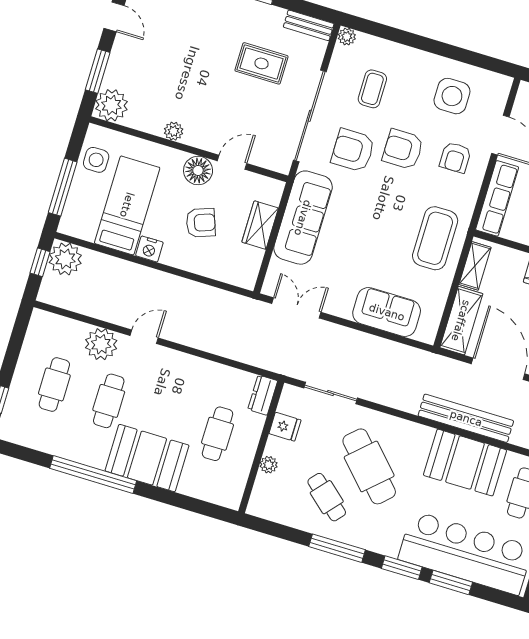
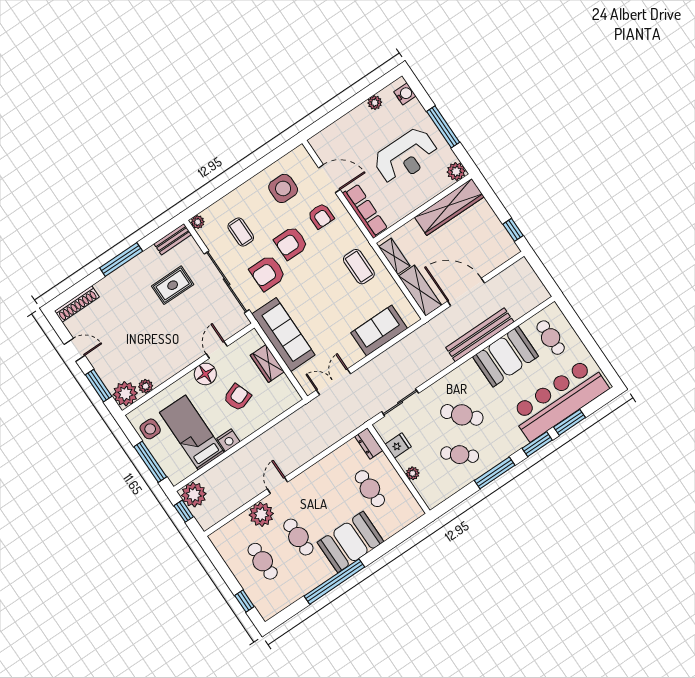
plant: (174, 131) -> (146, 386), moved
coffee table: (435, 238) -> (359, 267), width x0.73, depth x0.76
cafe table: (369, 466) -> (462, 415), width x0.73, depth x0.74

